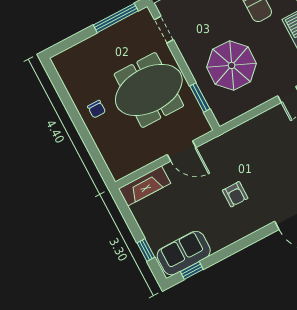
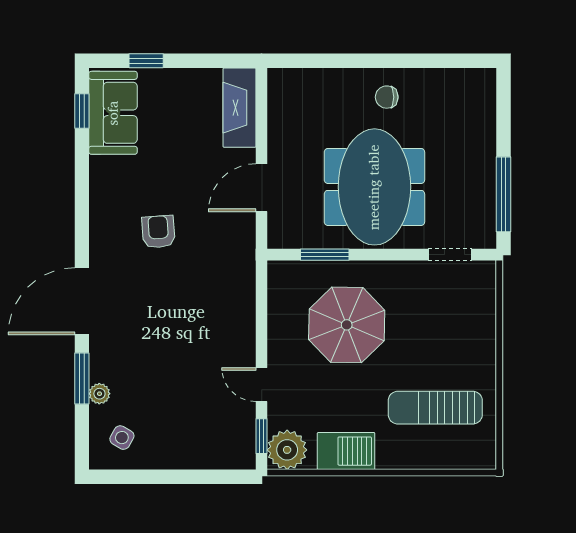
armchair: (235, 194) -> (158, 232), turned 86

